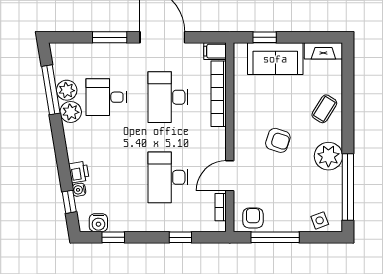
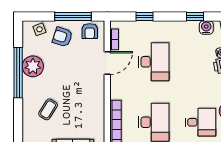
coffee table: (324, 109) -> (48, 109), moved
armchair: (278, 140) -> (62, 37), moved
plant: (328, 156) -> (33, 66), moved
window: (348, 187) -> (18, 73), moved

